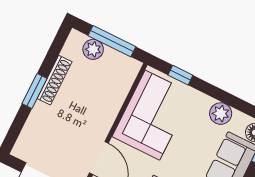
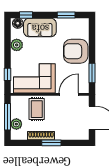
rug: (101, 94) -> (37, 109), added

